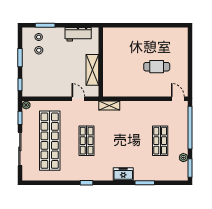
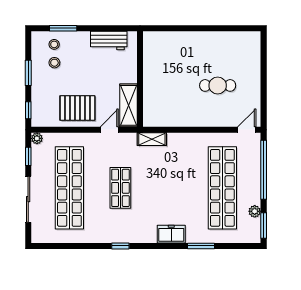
shelving: (92, 70) -> (129, 105), moved
pallet: (55, 83) -> (77, 108), added
door: (78, 99) -> (109, 130), hinge flipped
door: (178, 99) -> (247, 130), hinge flipped
shop shelf: (160, 141) -> (222, 188), width x2.00, depth x1.36

